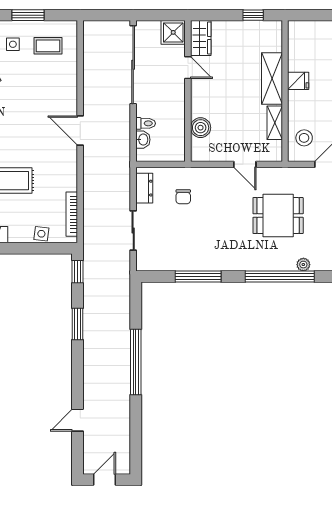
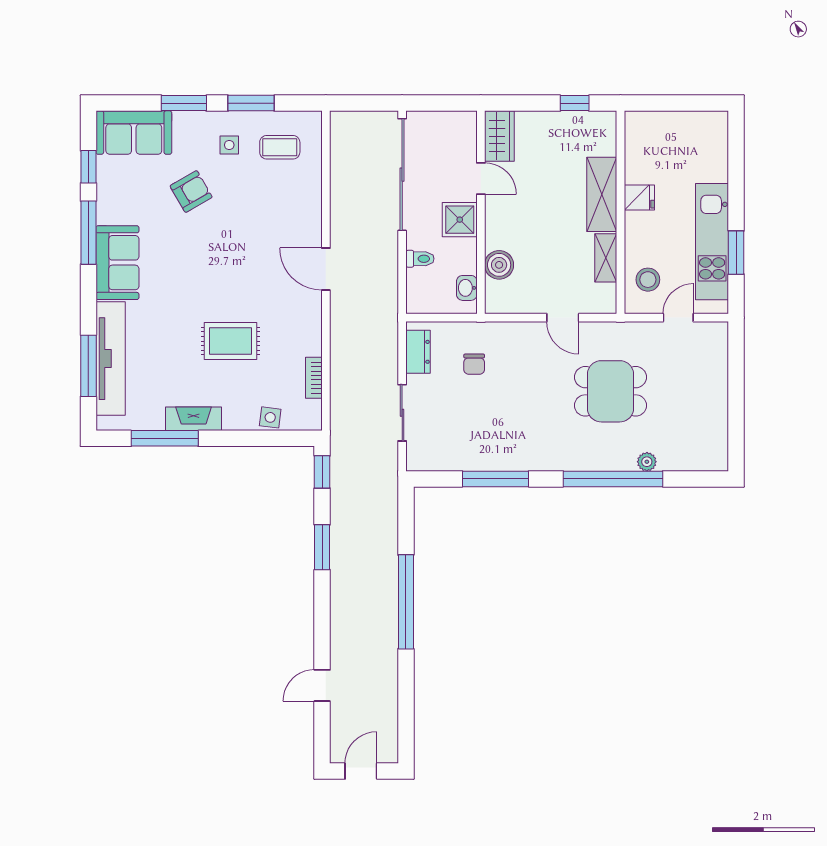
shower: (173, 32) -> (460, 220), moved
washbasin: (143, 140) -> (467, 288), moved, turned 180
bookcase: (72, 214) -> (314, 378), width x0.64

